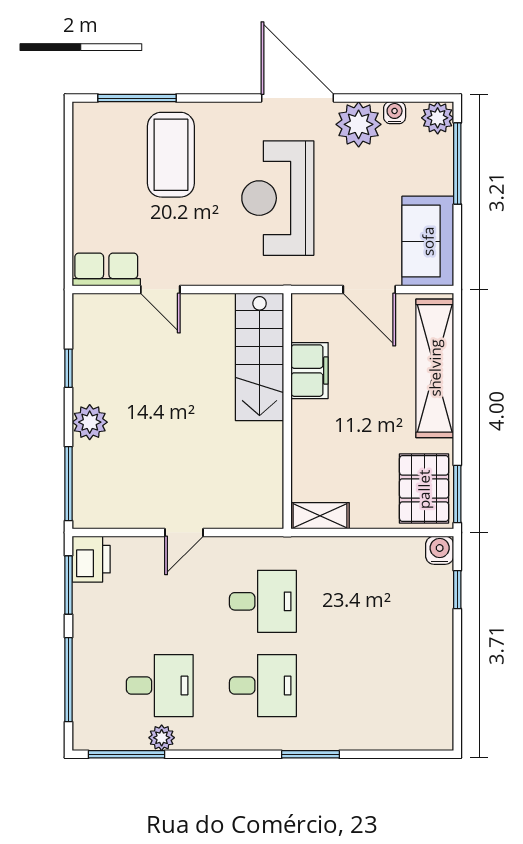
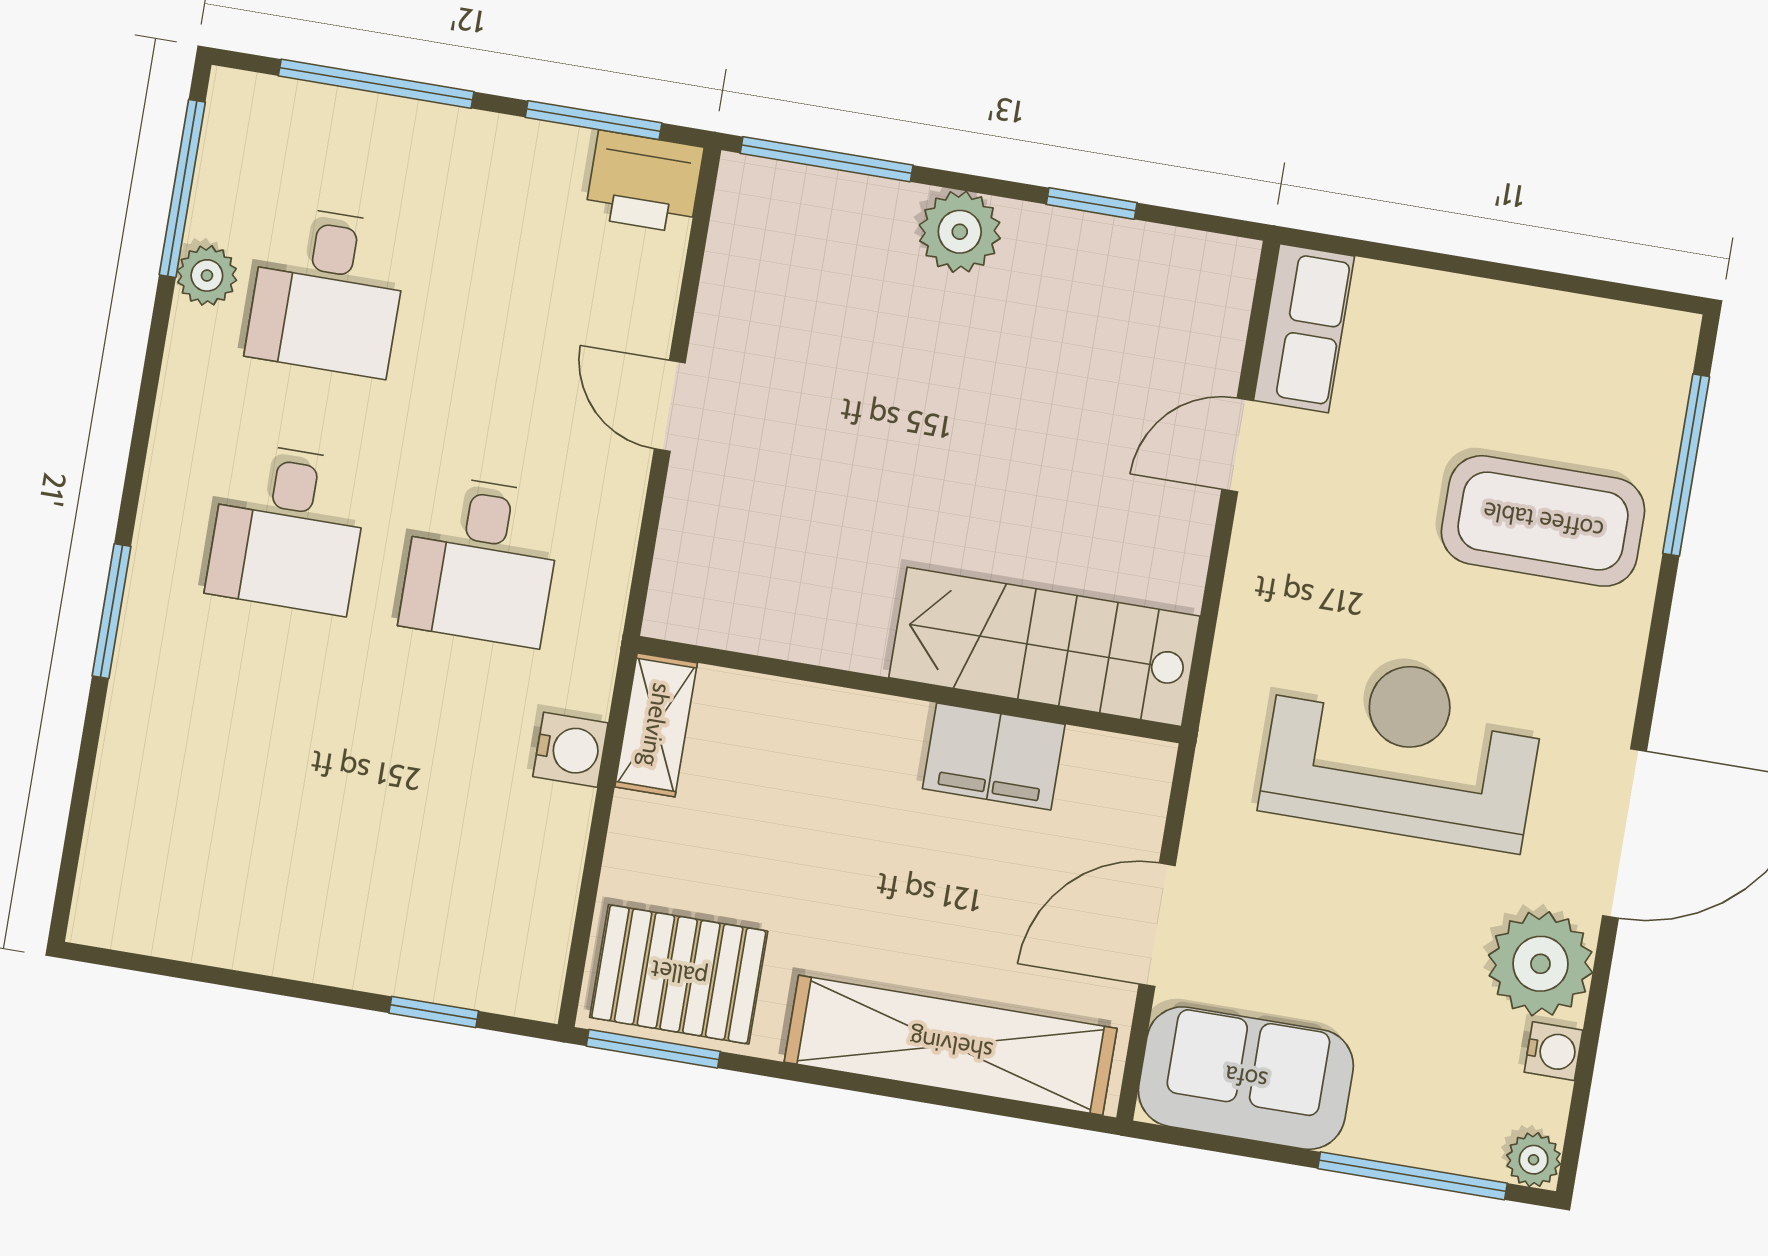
plant: (438, 118) -> (1534, 1160), width x0.73, depth x0.73
water cooler: (440, 550) -> (570, 750), moved

